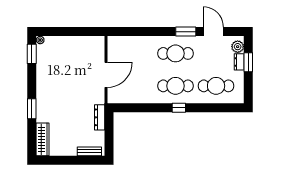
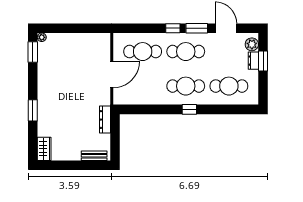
window: (163, 32) -> (173, 28), added
cafe table: (135, 53) -> (143, 52), added
wardrobe: (42, 139) -> (44, 149), width x0.67

